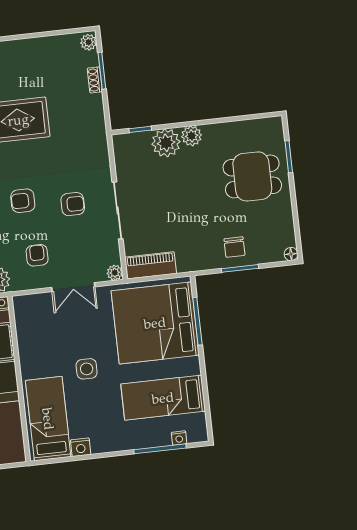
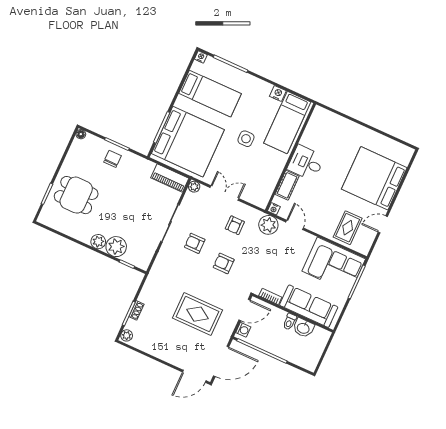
armchair: (23, 201) -> (224, 263), turned 180
nightstand: (179, 438) -> (201, 57), moved

